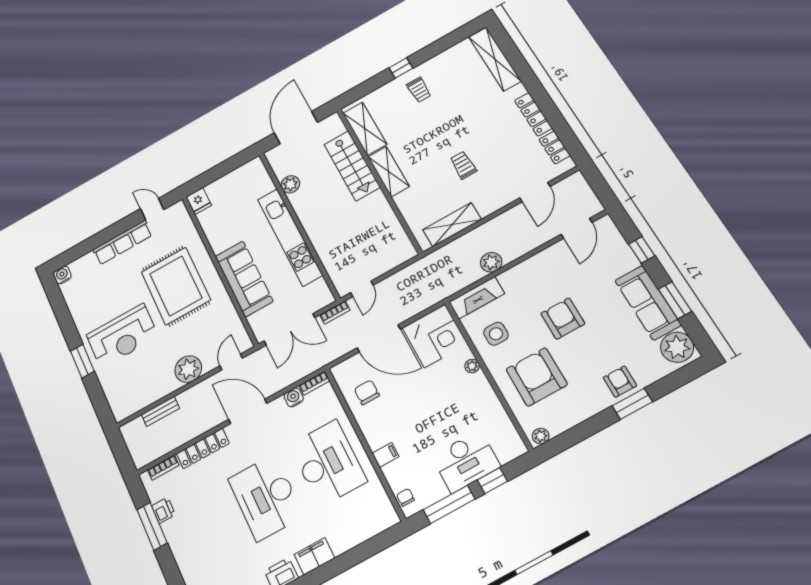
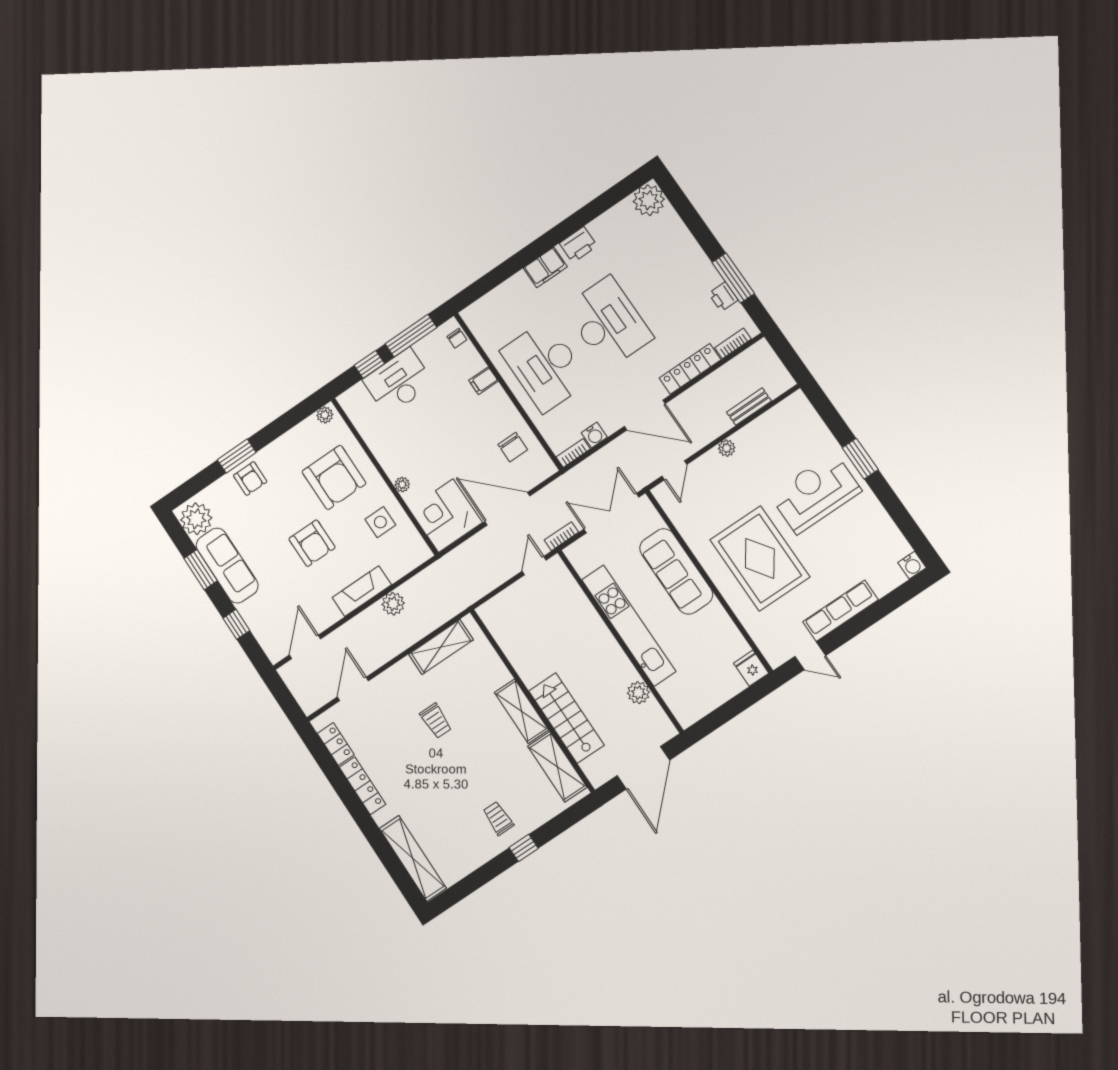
fireplace: (477, 298) -> (362, 591), moved
plant: (188, 369) -> (727, 448), width x0.53, depth x0.53

